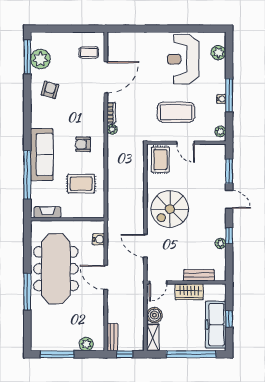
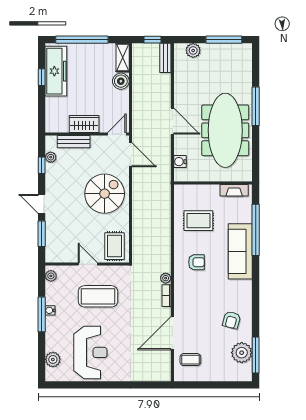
bench: (199, 275) -> (74, 142), moved
door: (158, 282) -> (117, 134), moved
wall: (186, 282) -> (87, 134), moved
wardrobe: (189, 292) -> (84, 124), moved

